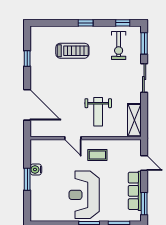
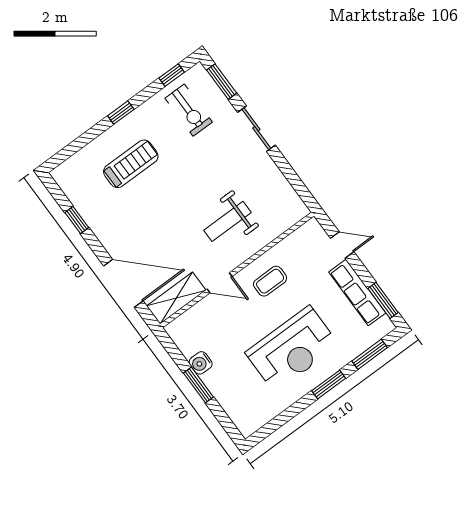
weight bench: (98, 112) -> (228, 221), turned 90
shelving: (134, 120) -> (176, 298), moved, turned 90
reception desk: (84, 195) -> (292, 349), turned -90

